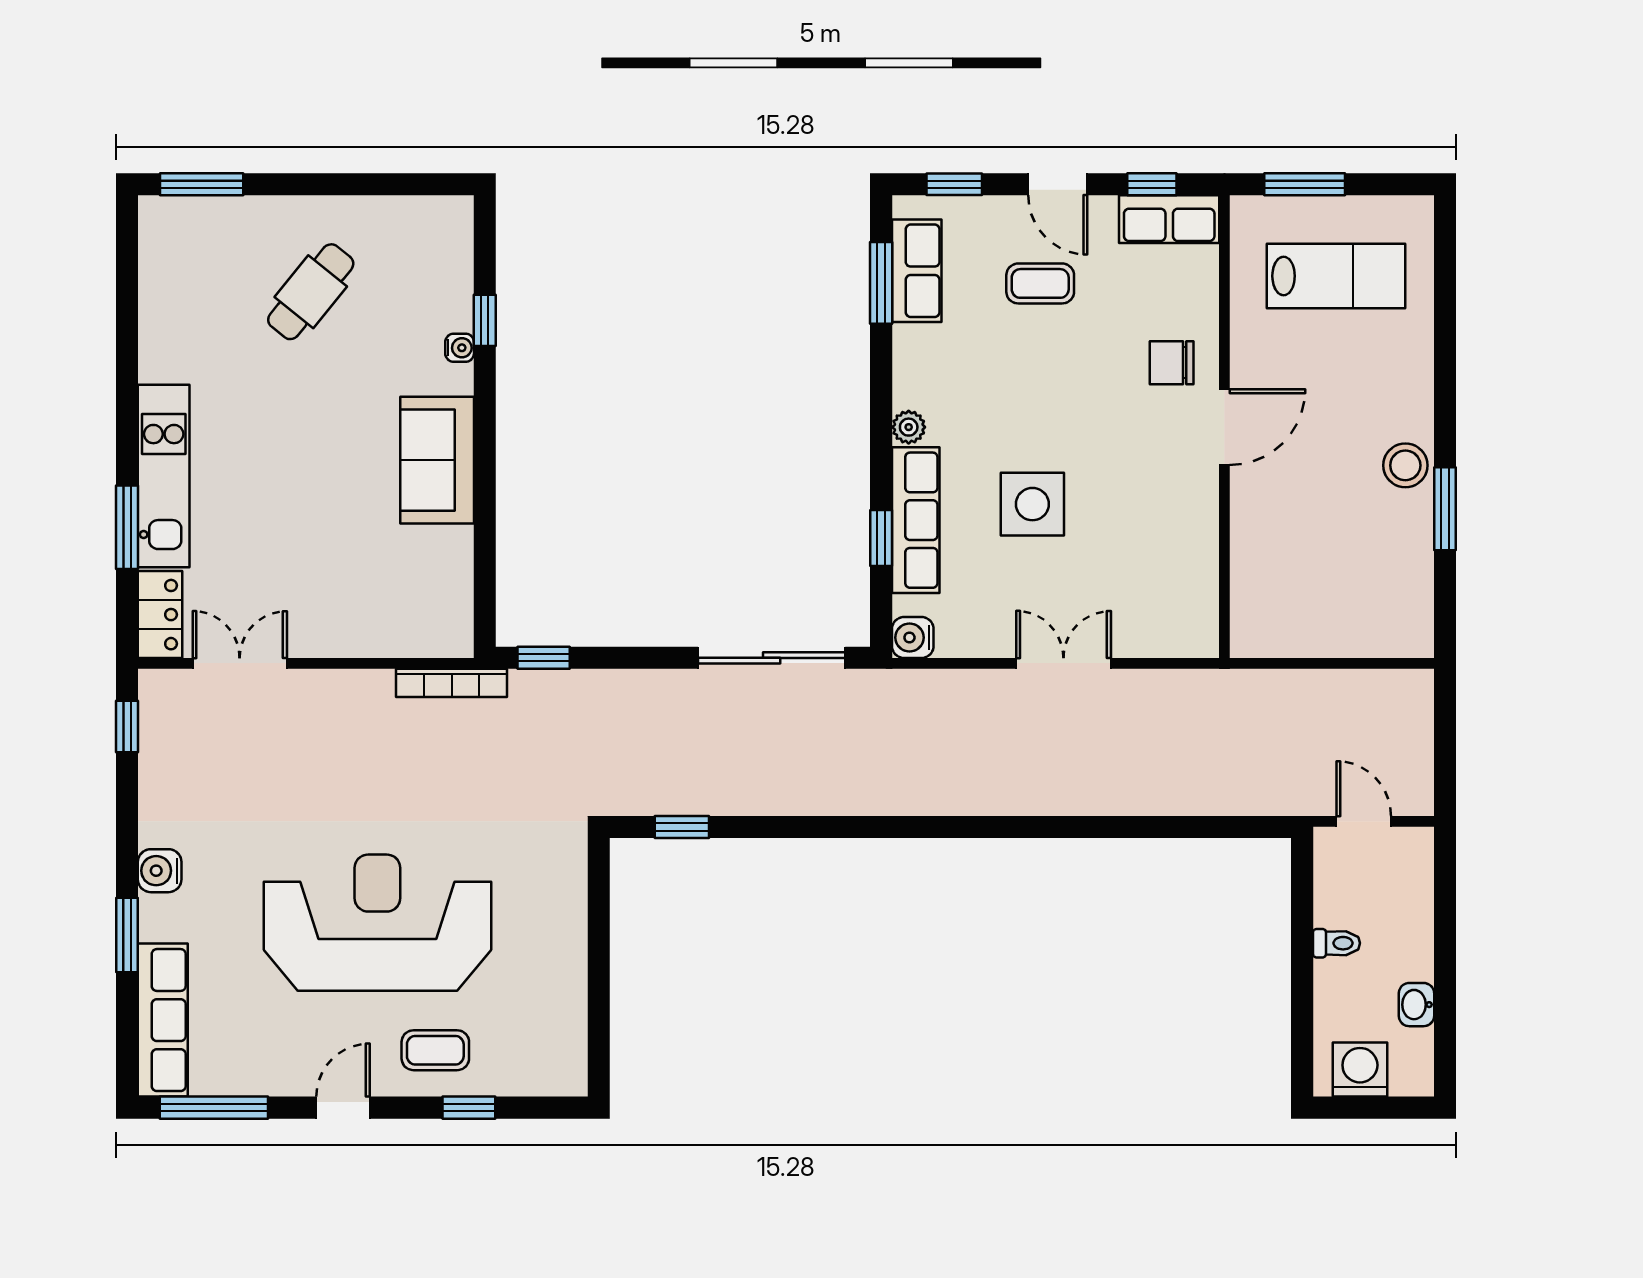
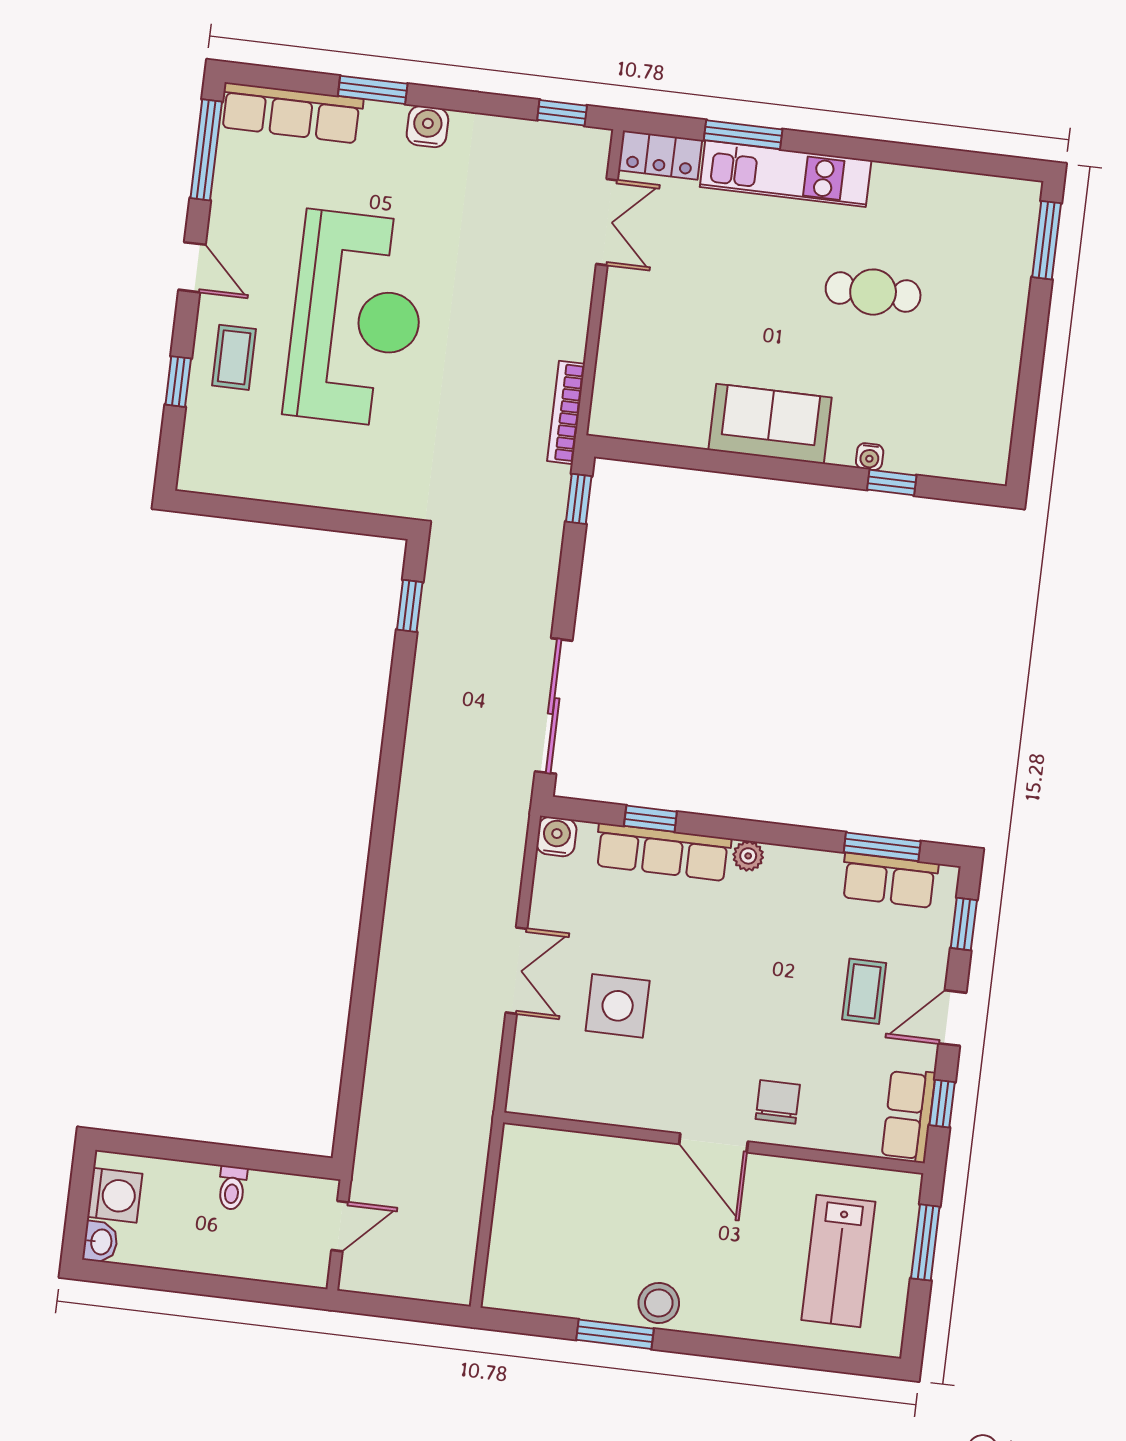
cafe table: (311, 292) -> (873, 292), moved, turned -39
side table: (1032, 504) -> (618, 1006), moved
washbasin: (1416, 1005) -> (100, 1242), moved, turned 90

